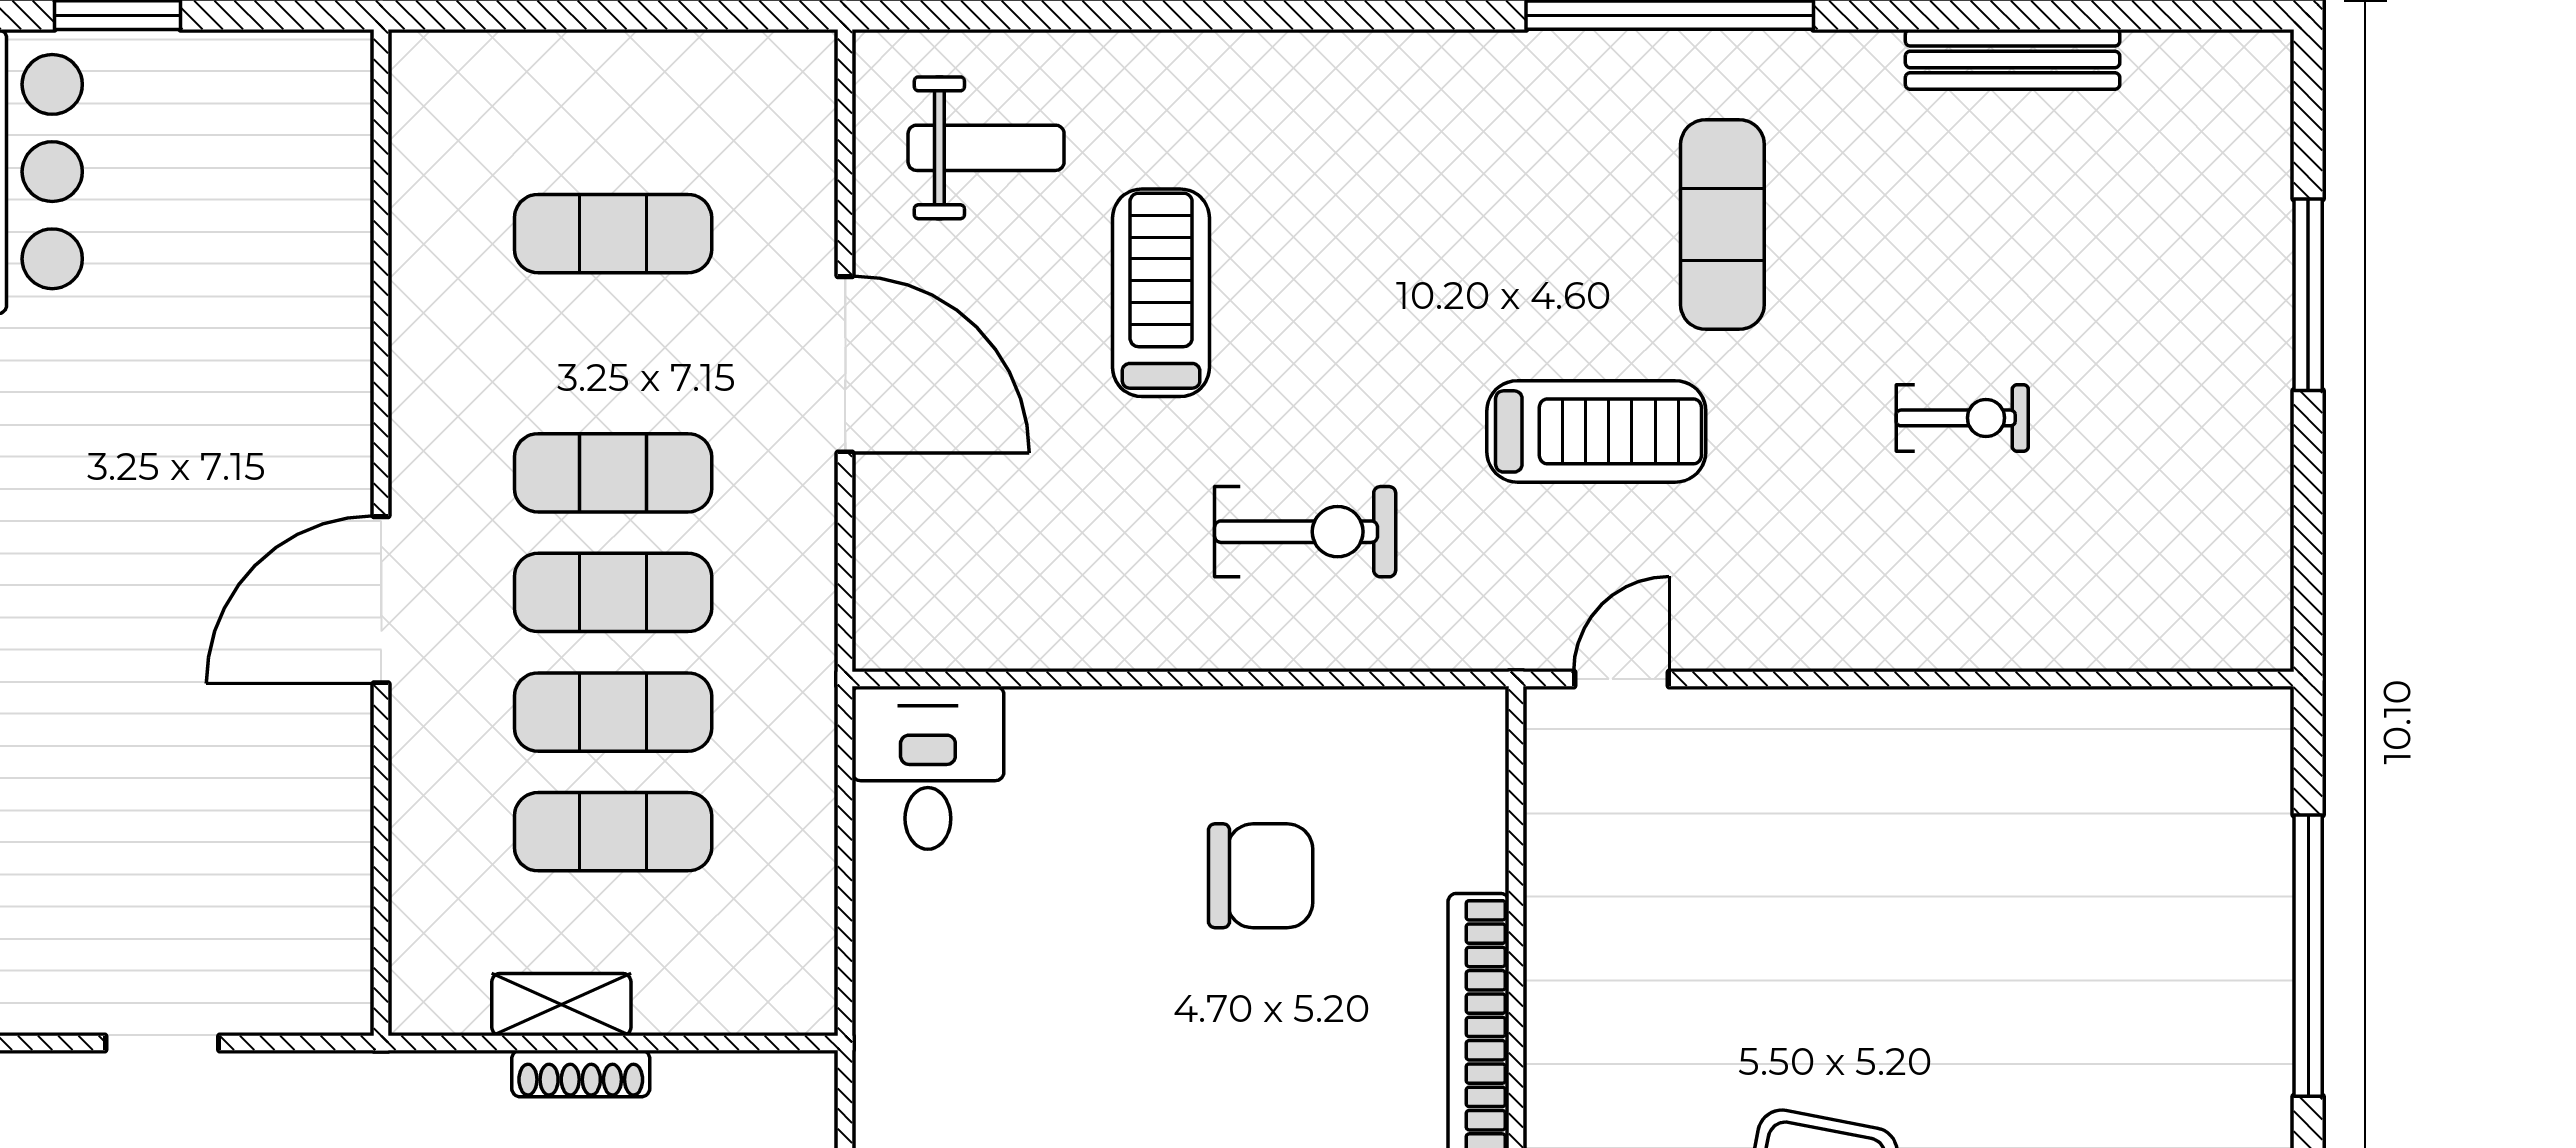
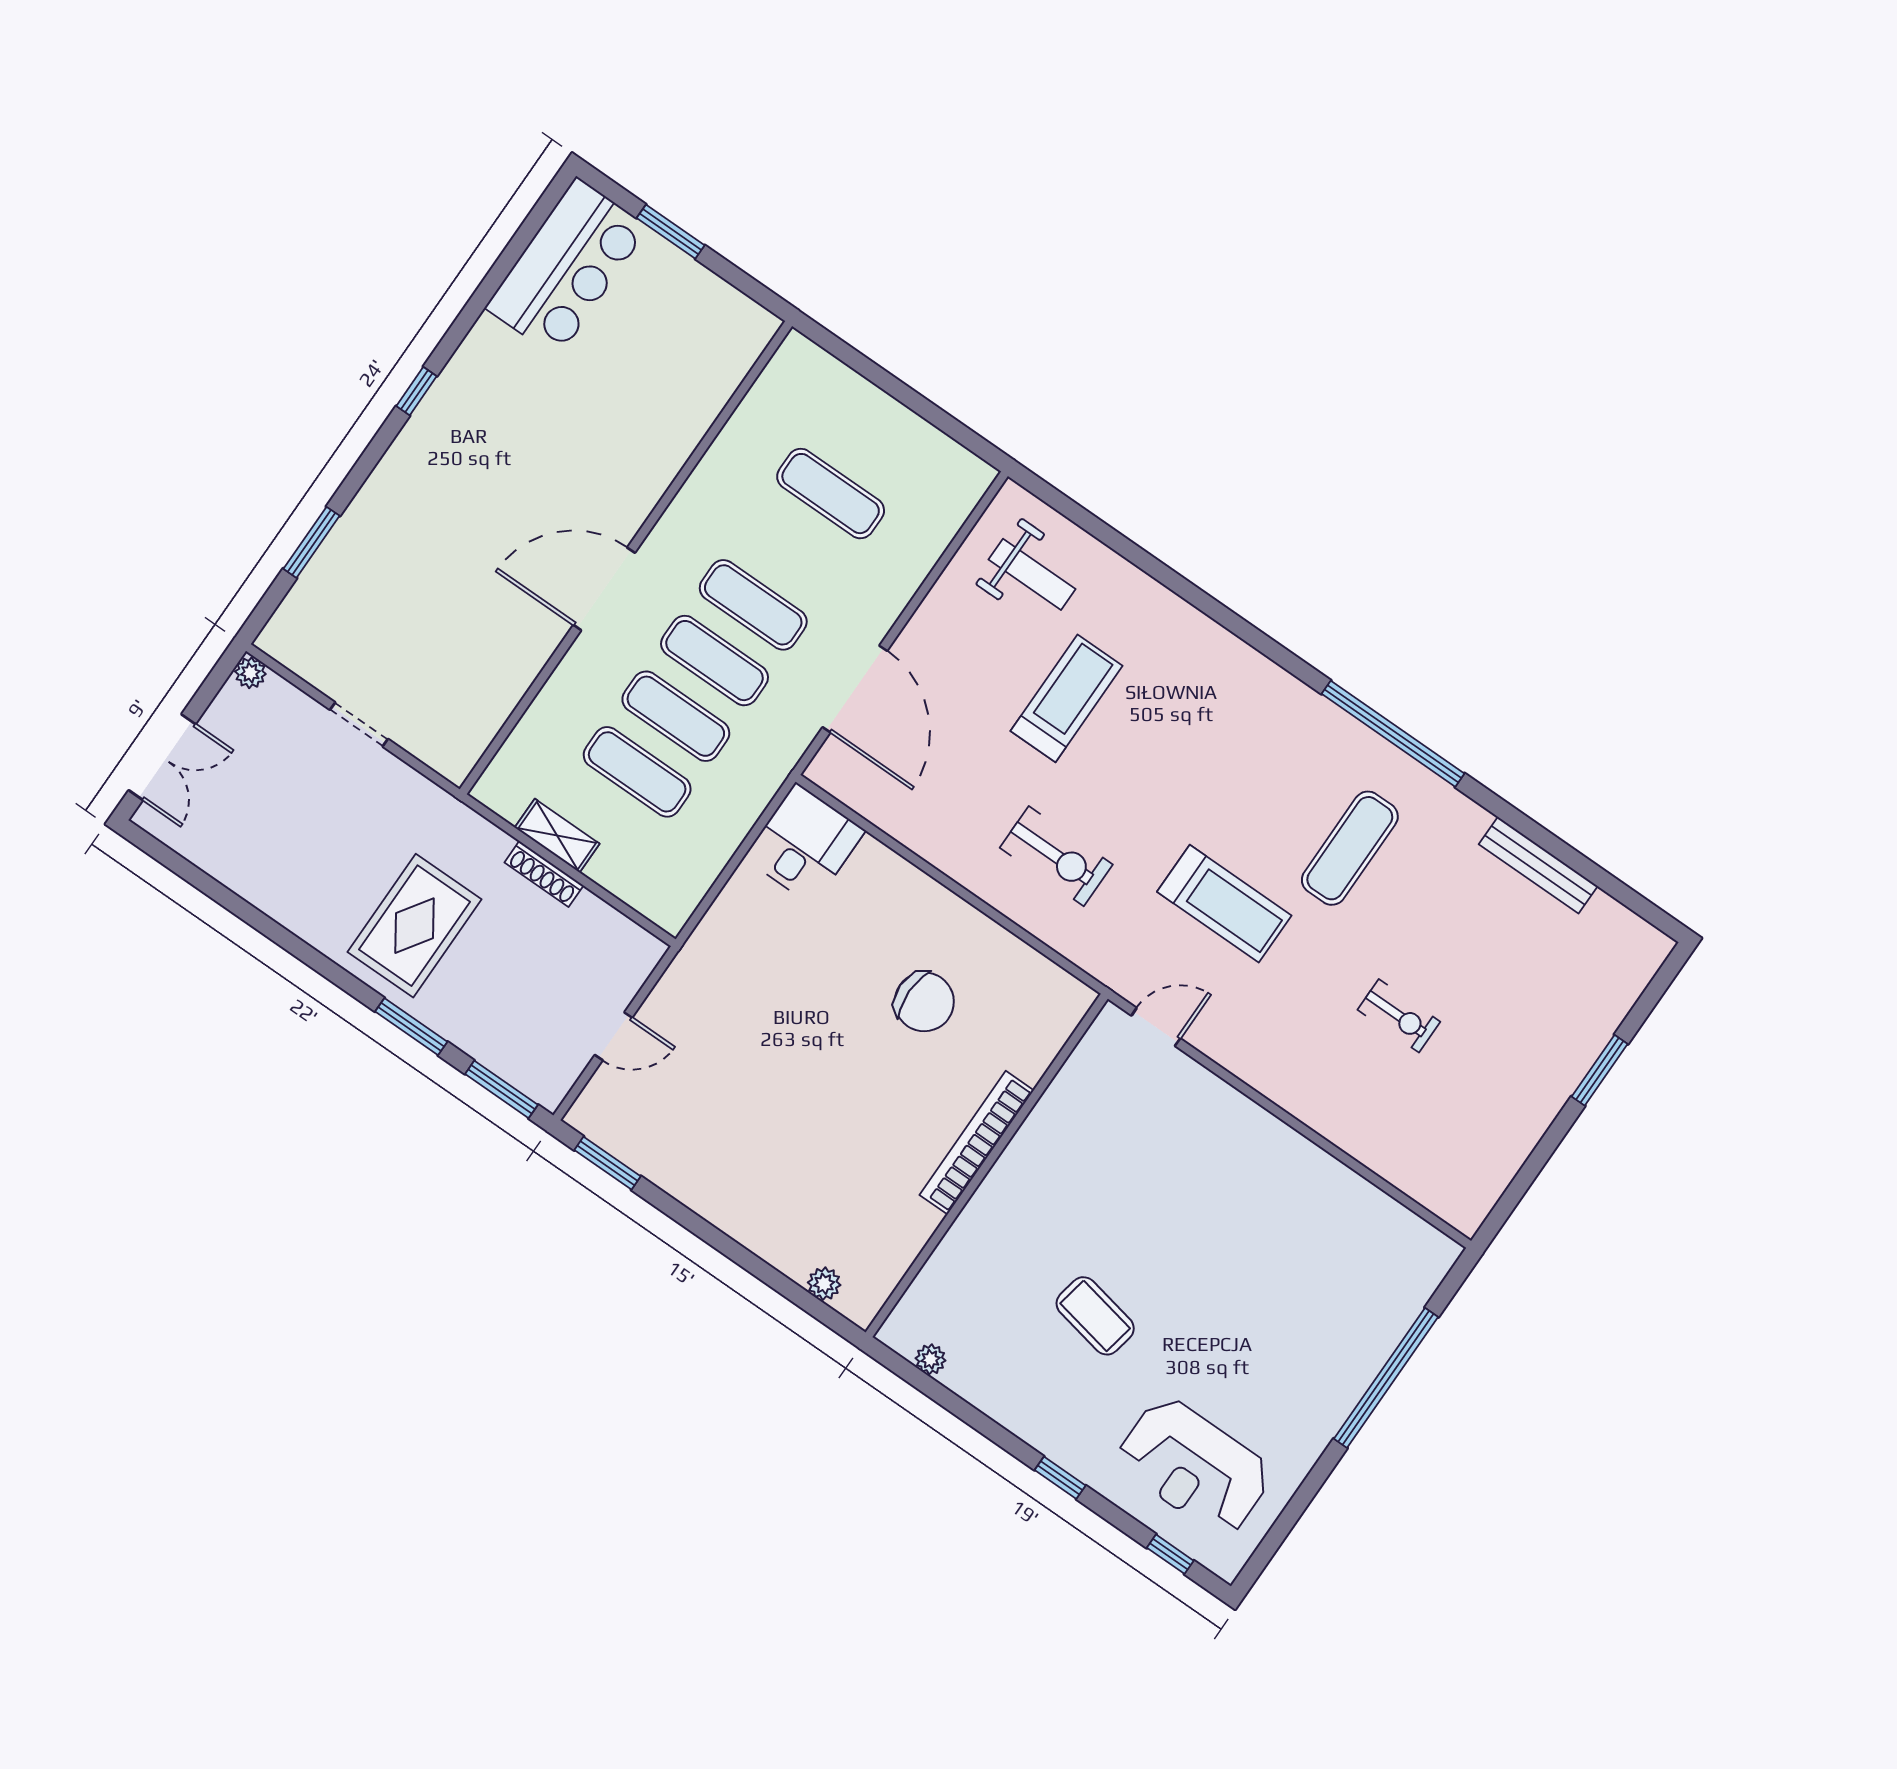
window: (2308, 295) -> (1600, 1070), width x0.69
door: (845, 364) -> (855, 689), moved

